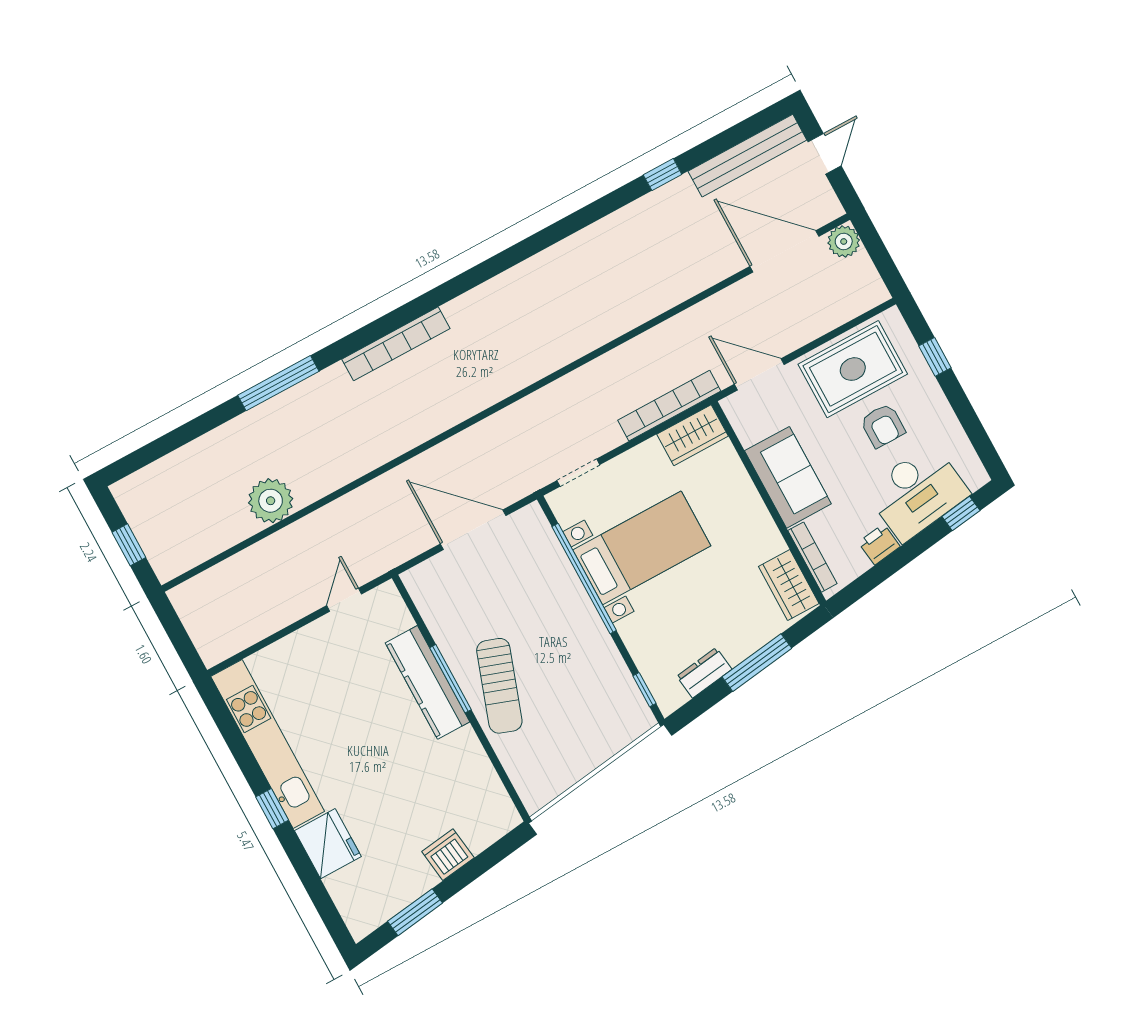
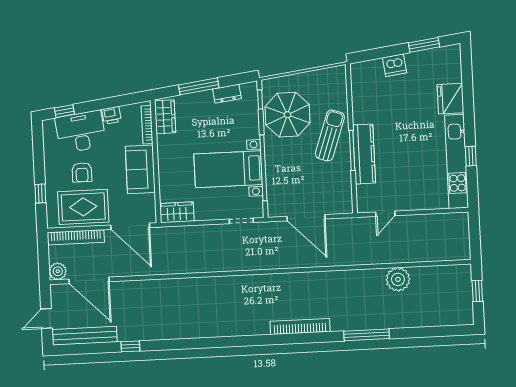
door: (759, 374) -> (130, 226), width x1.36
bookcase: (669, 406) -> (76, 237), moved
armchair: (883, 426) -> (82, 172), turned 180
parasol: (587, 686) -> (287, 115), added
window: (272, 809) -> (471, 156), moved

